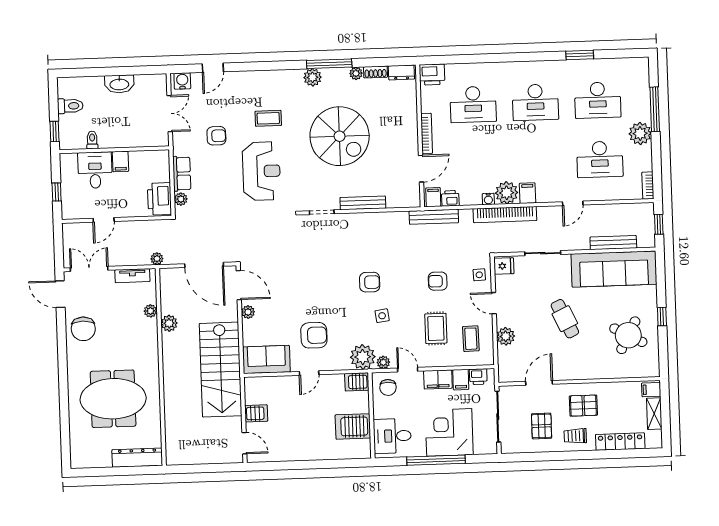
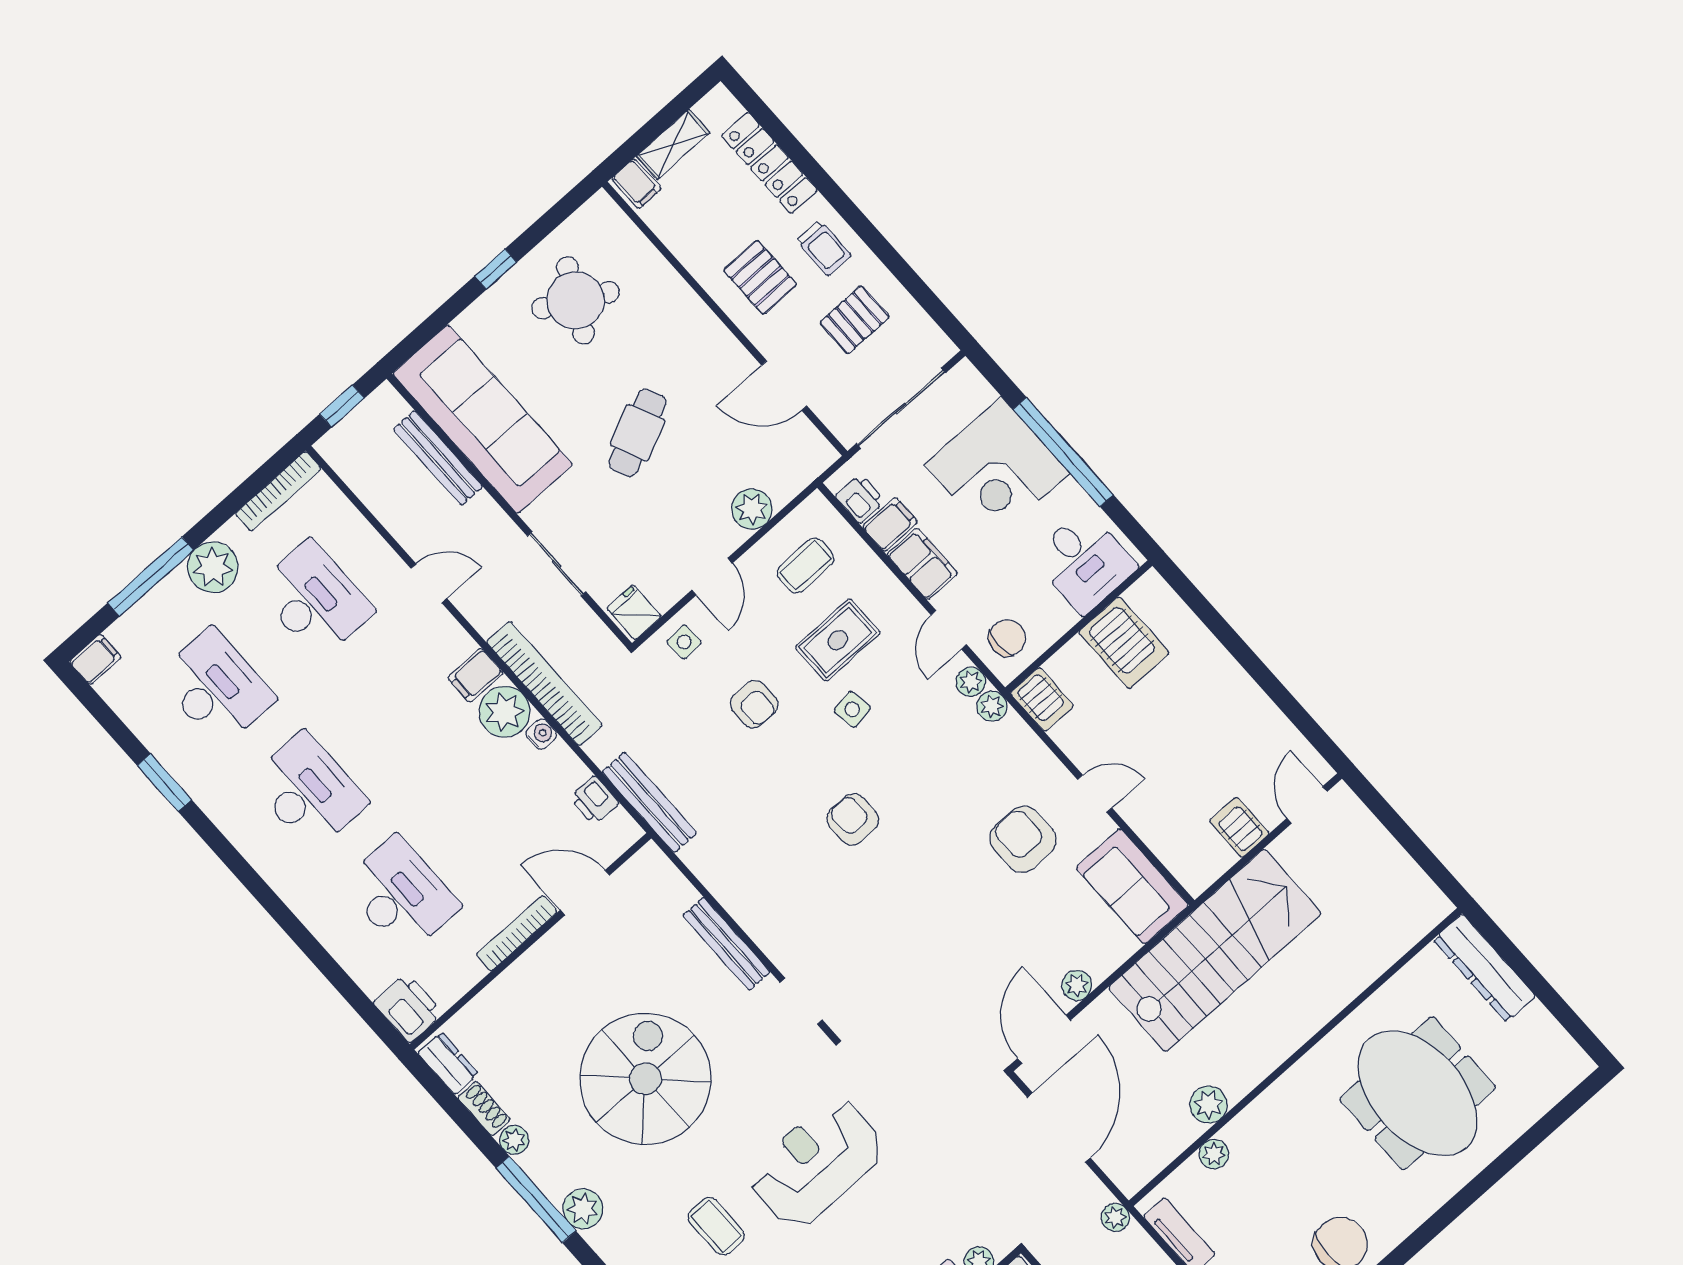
bookcase: (648, 186) -> (278, 491), width x1.56
filing cabinet: (433, 197) -> (95, 659), moved, turned 180
side table: (382, 316) -> (852, 709), moved
plant: (363, 357) -> (992, 706), width x0.53, depth x0.53

